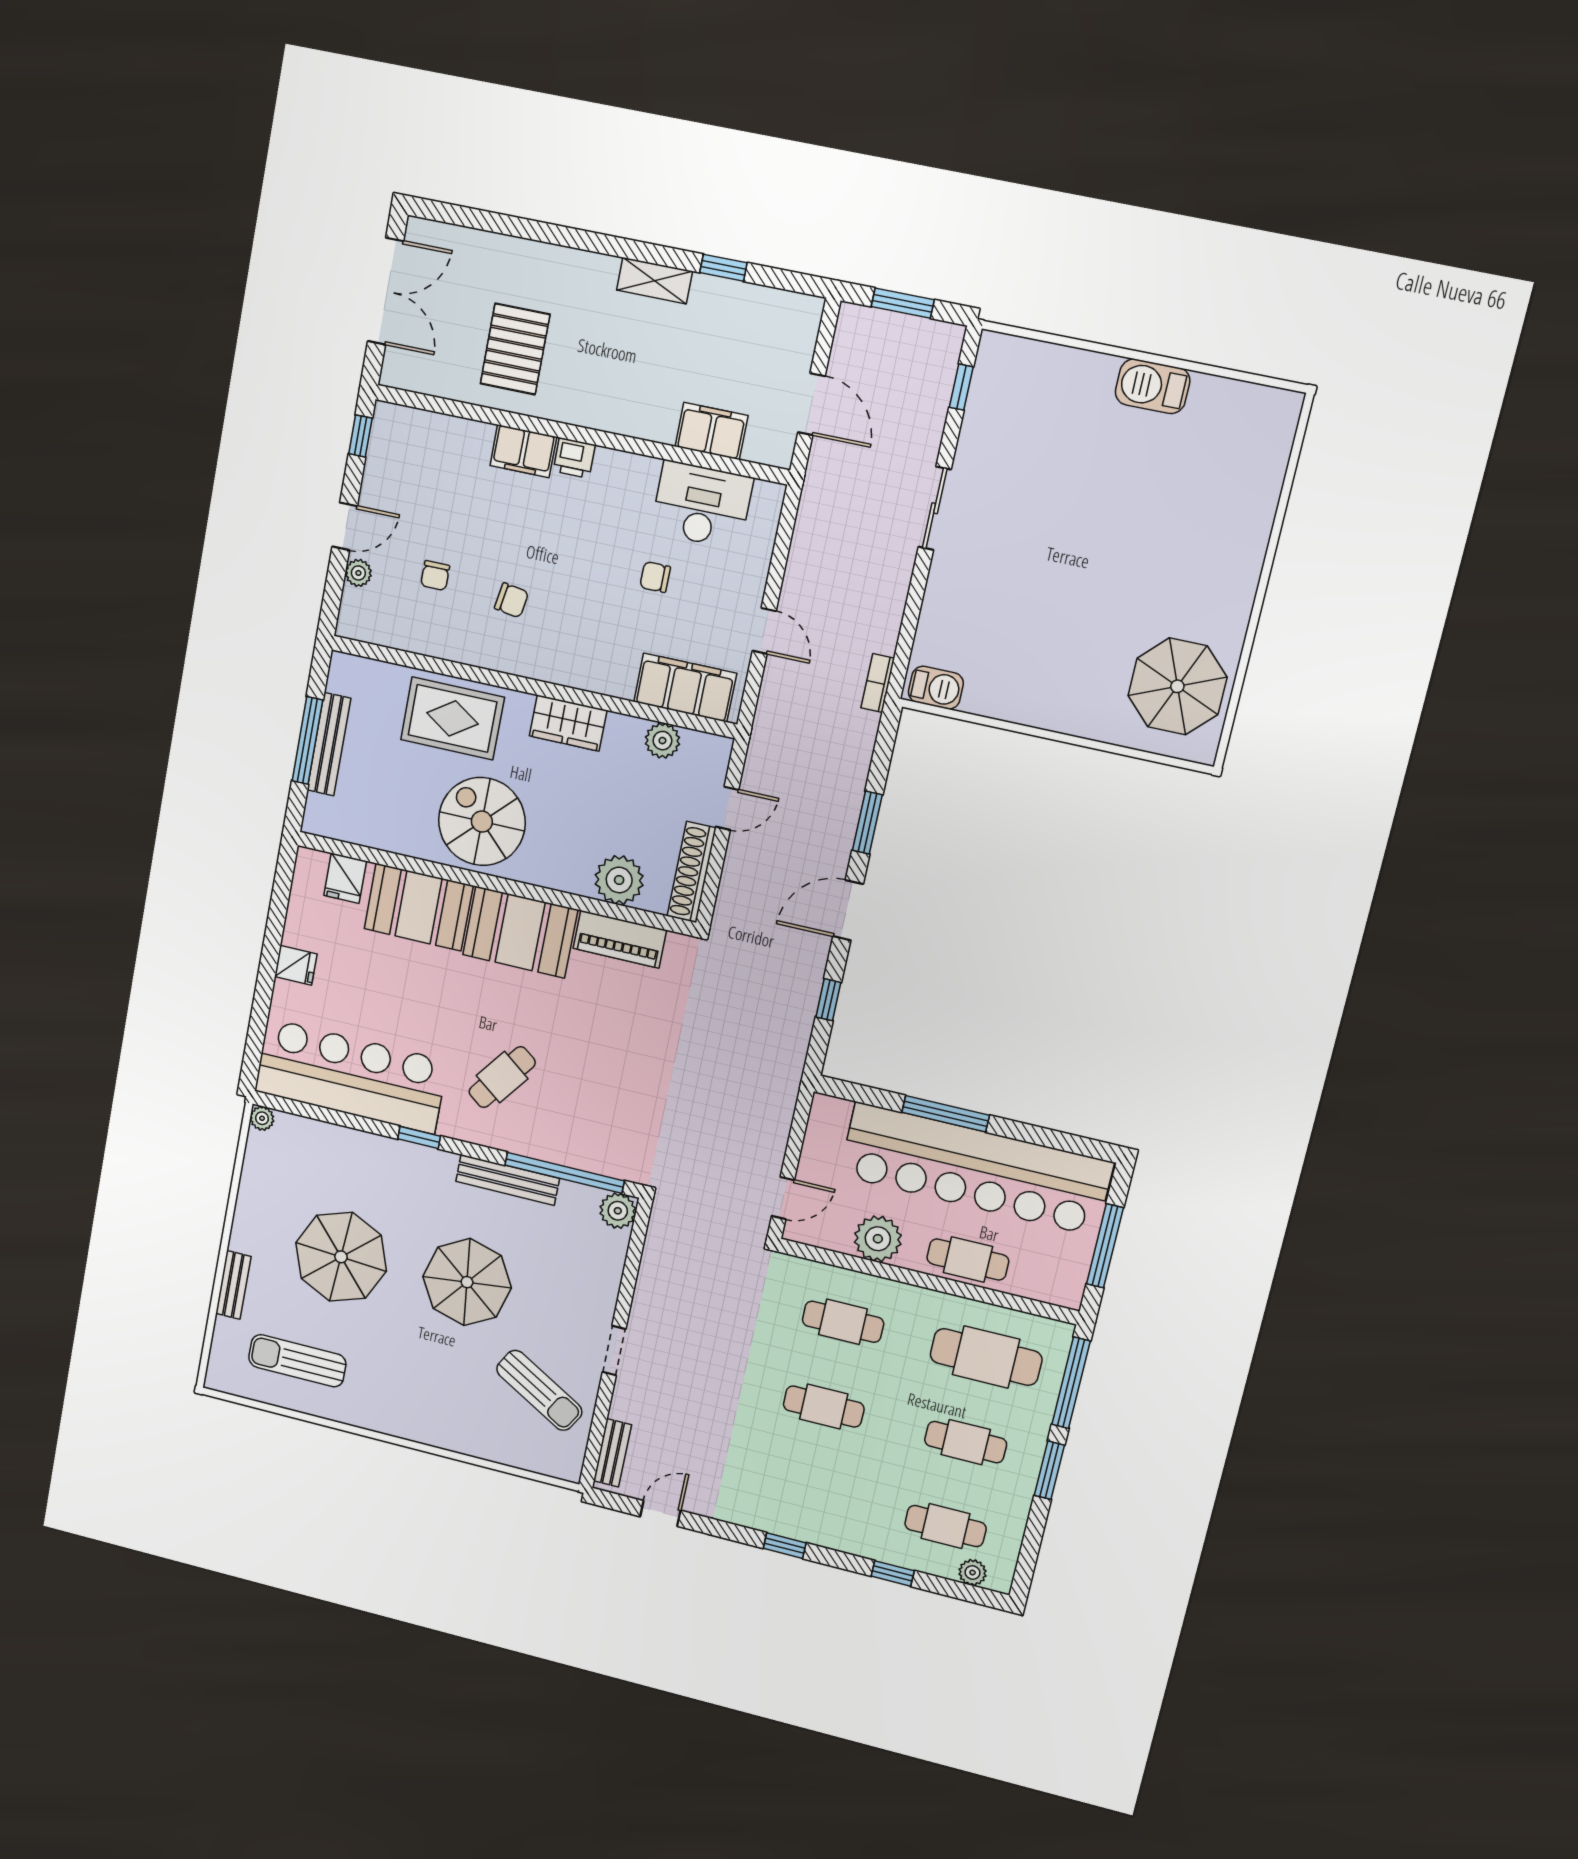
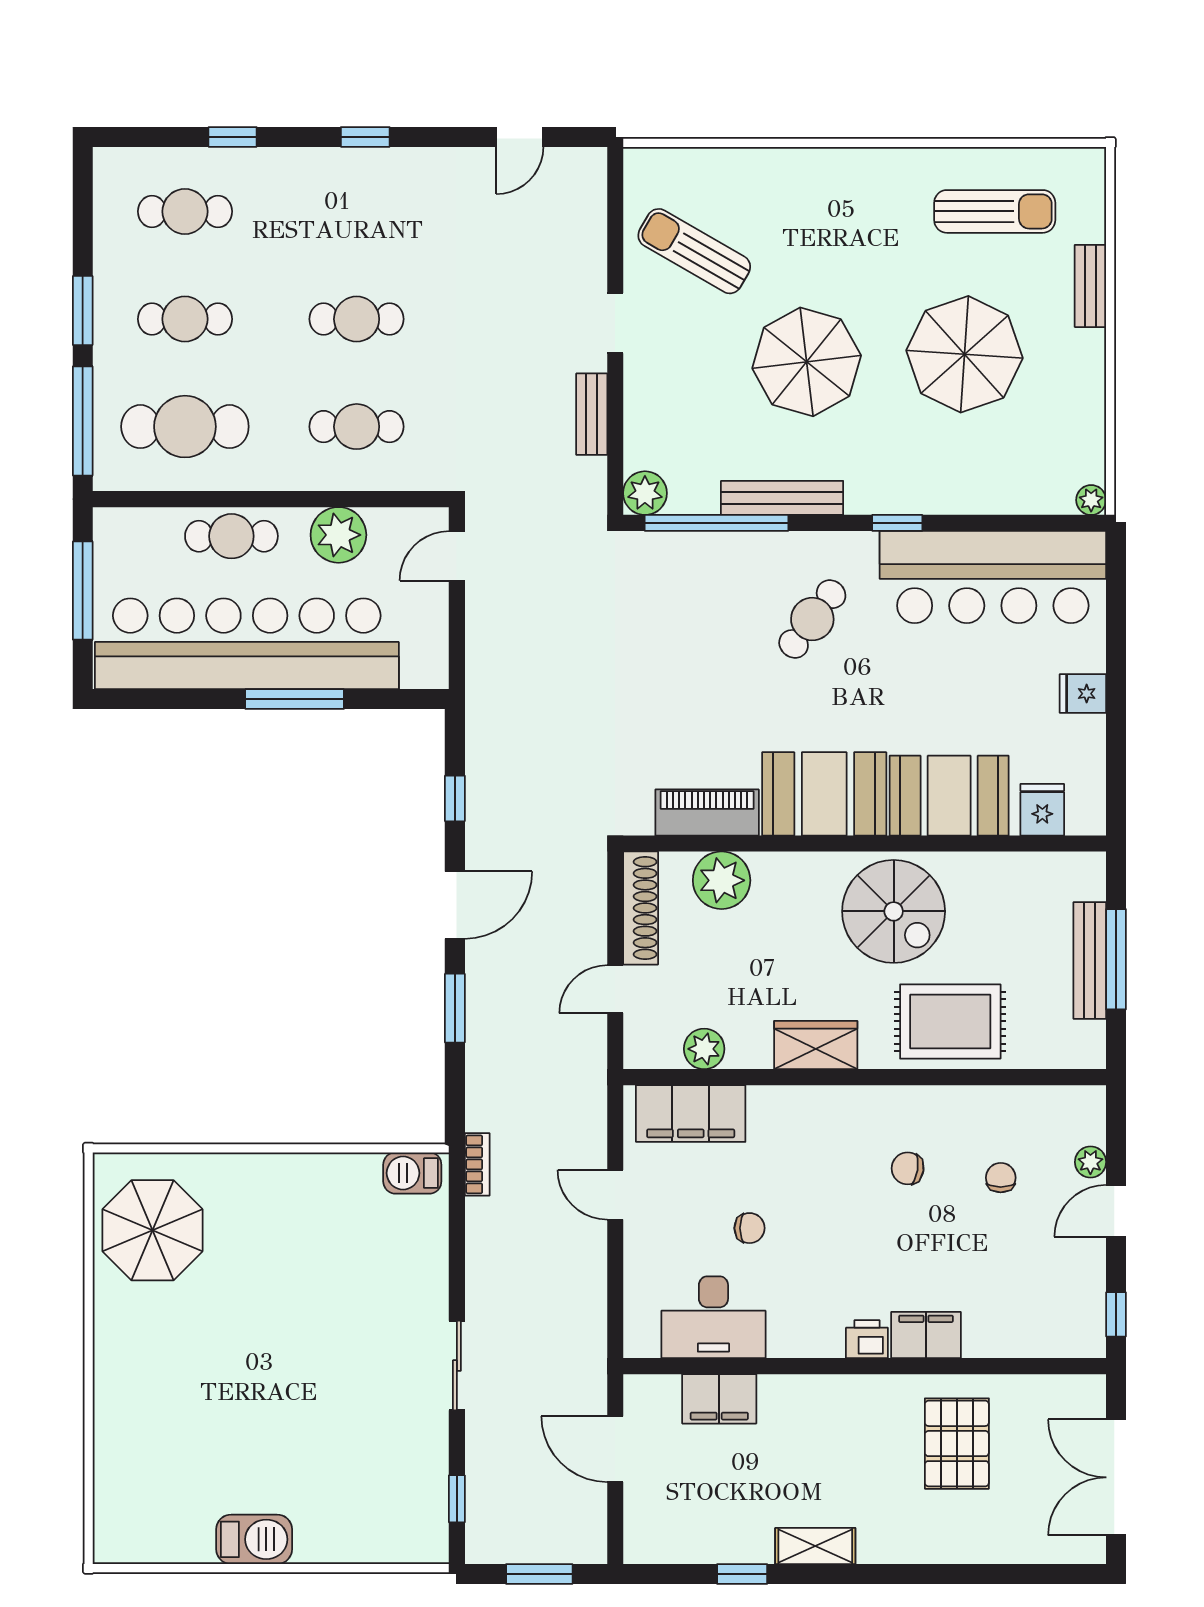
bench: (613, 1453) -> (592, 414), moved
plant: (973, 1573) -> (141, 163), removed

